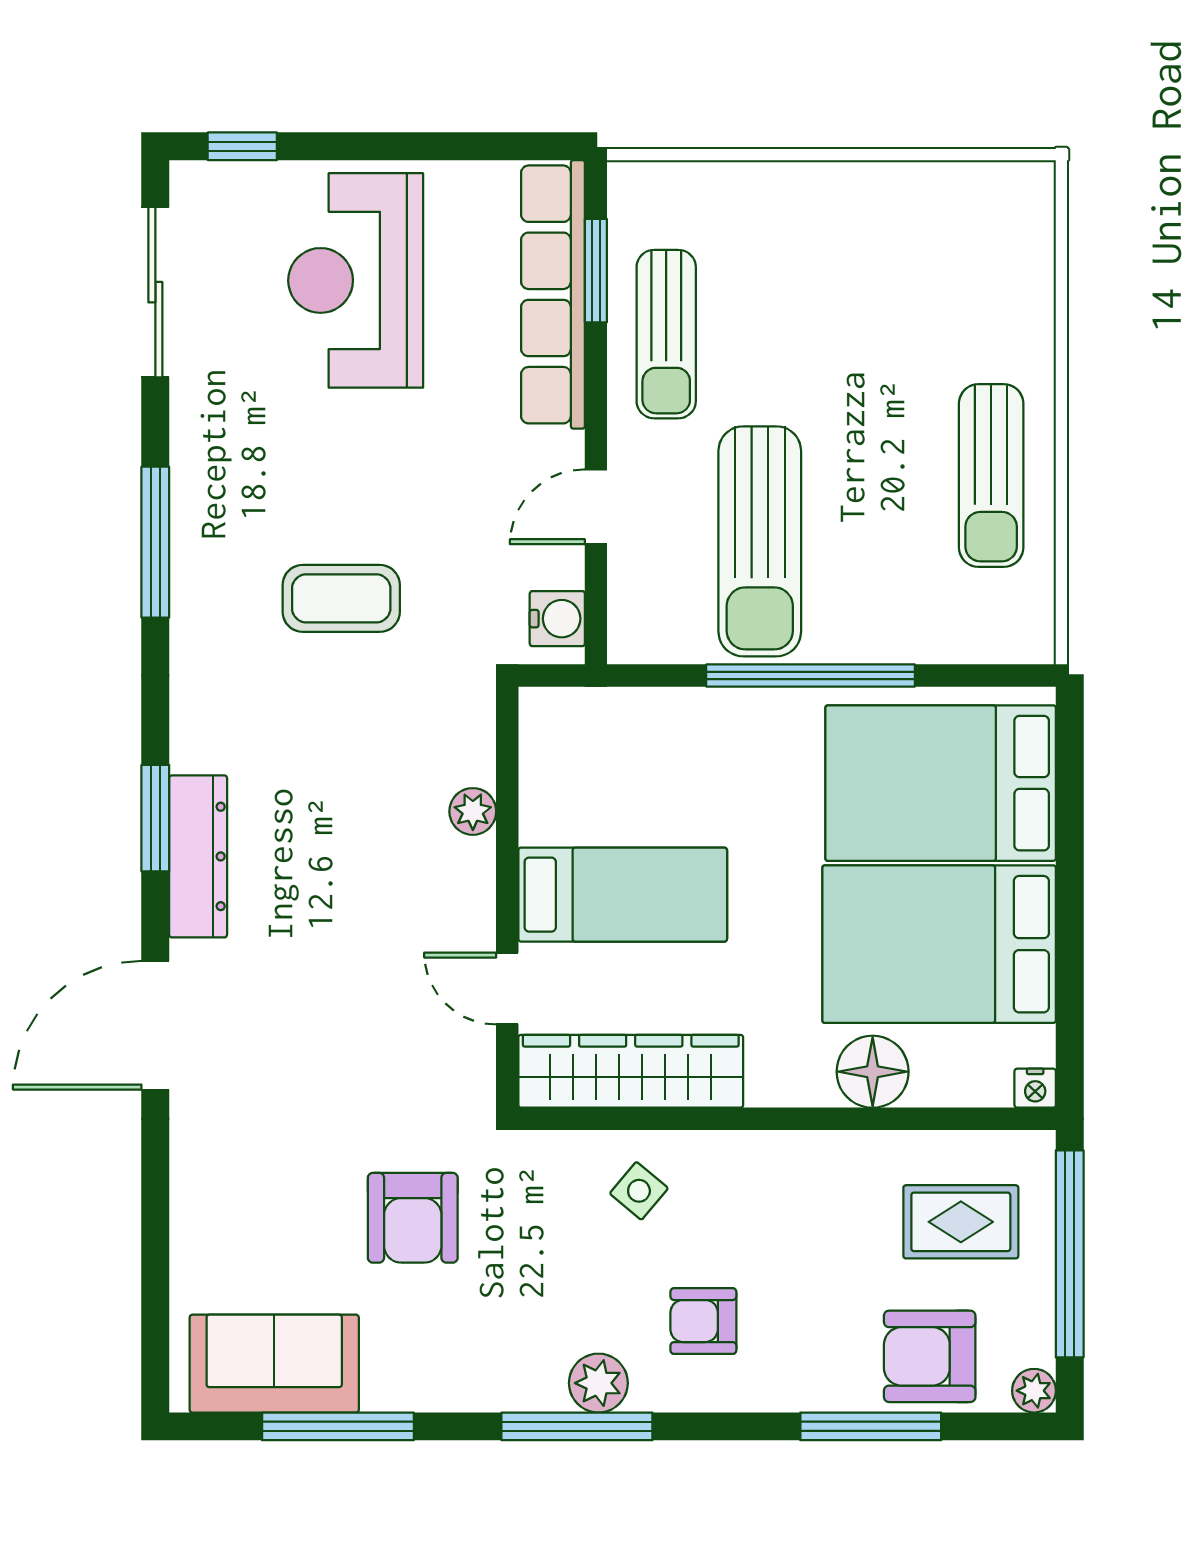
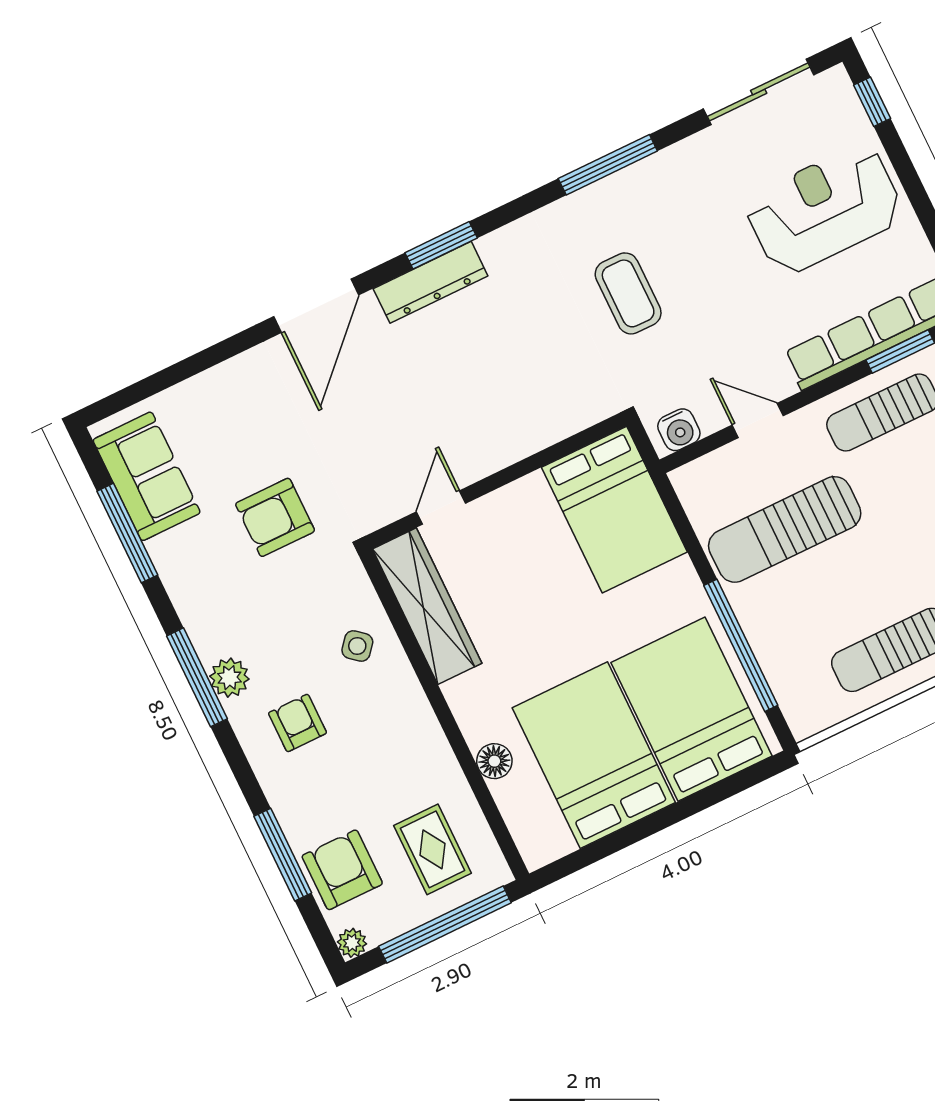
window: (811, 675) -> (741, 645), moved
plant: (473, 811) -> (538, 435), removed
bed: (623, 895) -> (614, 510), moved, width x1.50
door: (155, 1025) -> (316, 306), swing flipped
floor lamp: (873, 1072) -> (494, 761), width x0.73, depth x0.73
nightstand: (1035, 1088) -> (535, 855), removed

